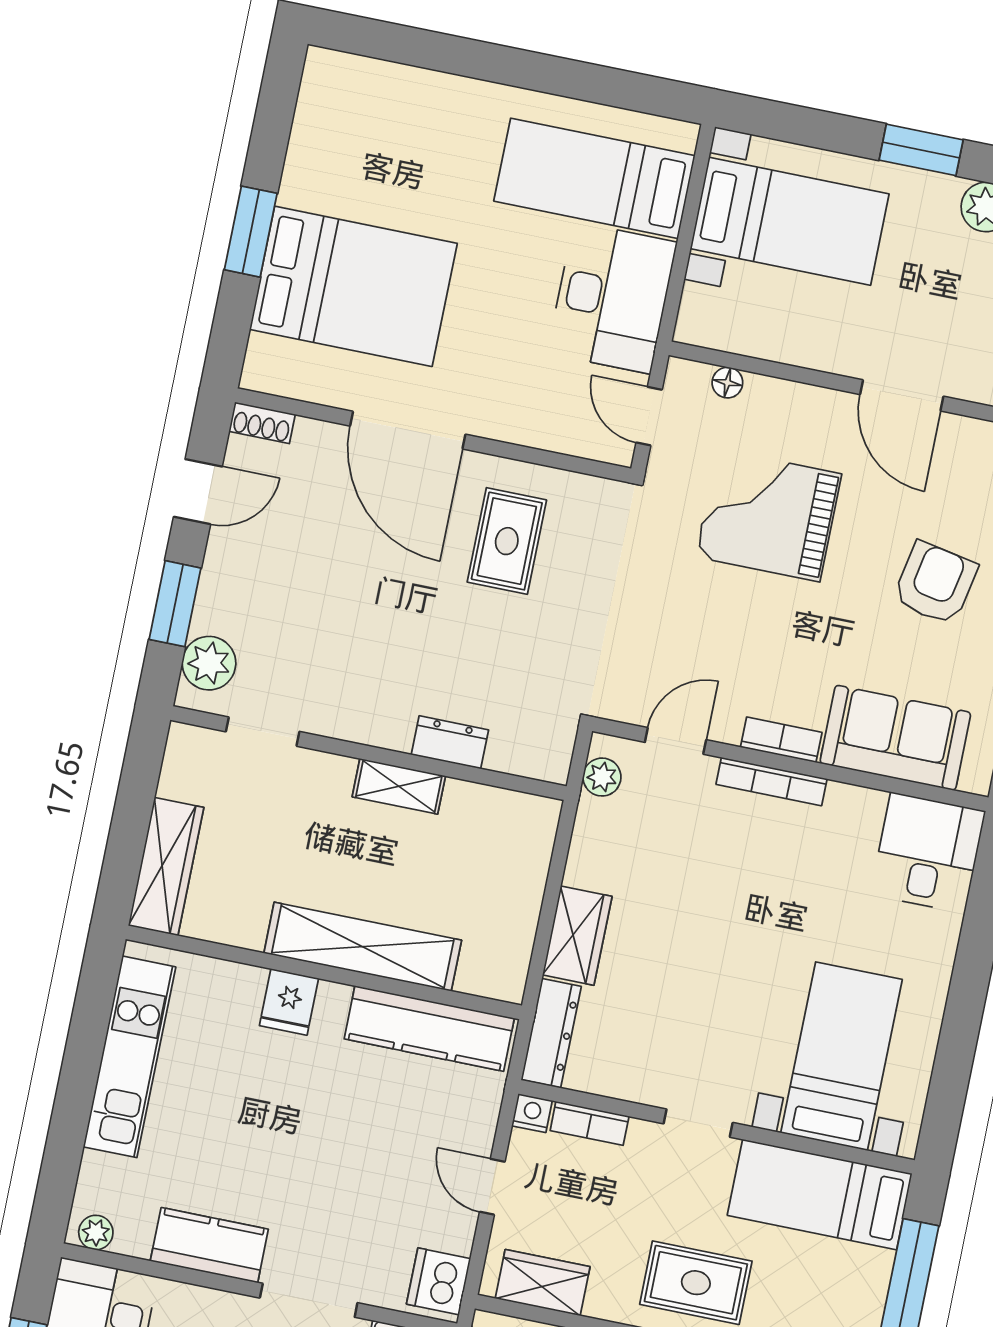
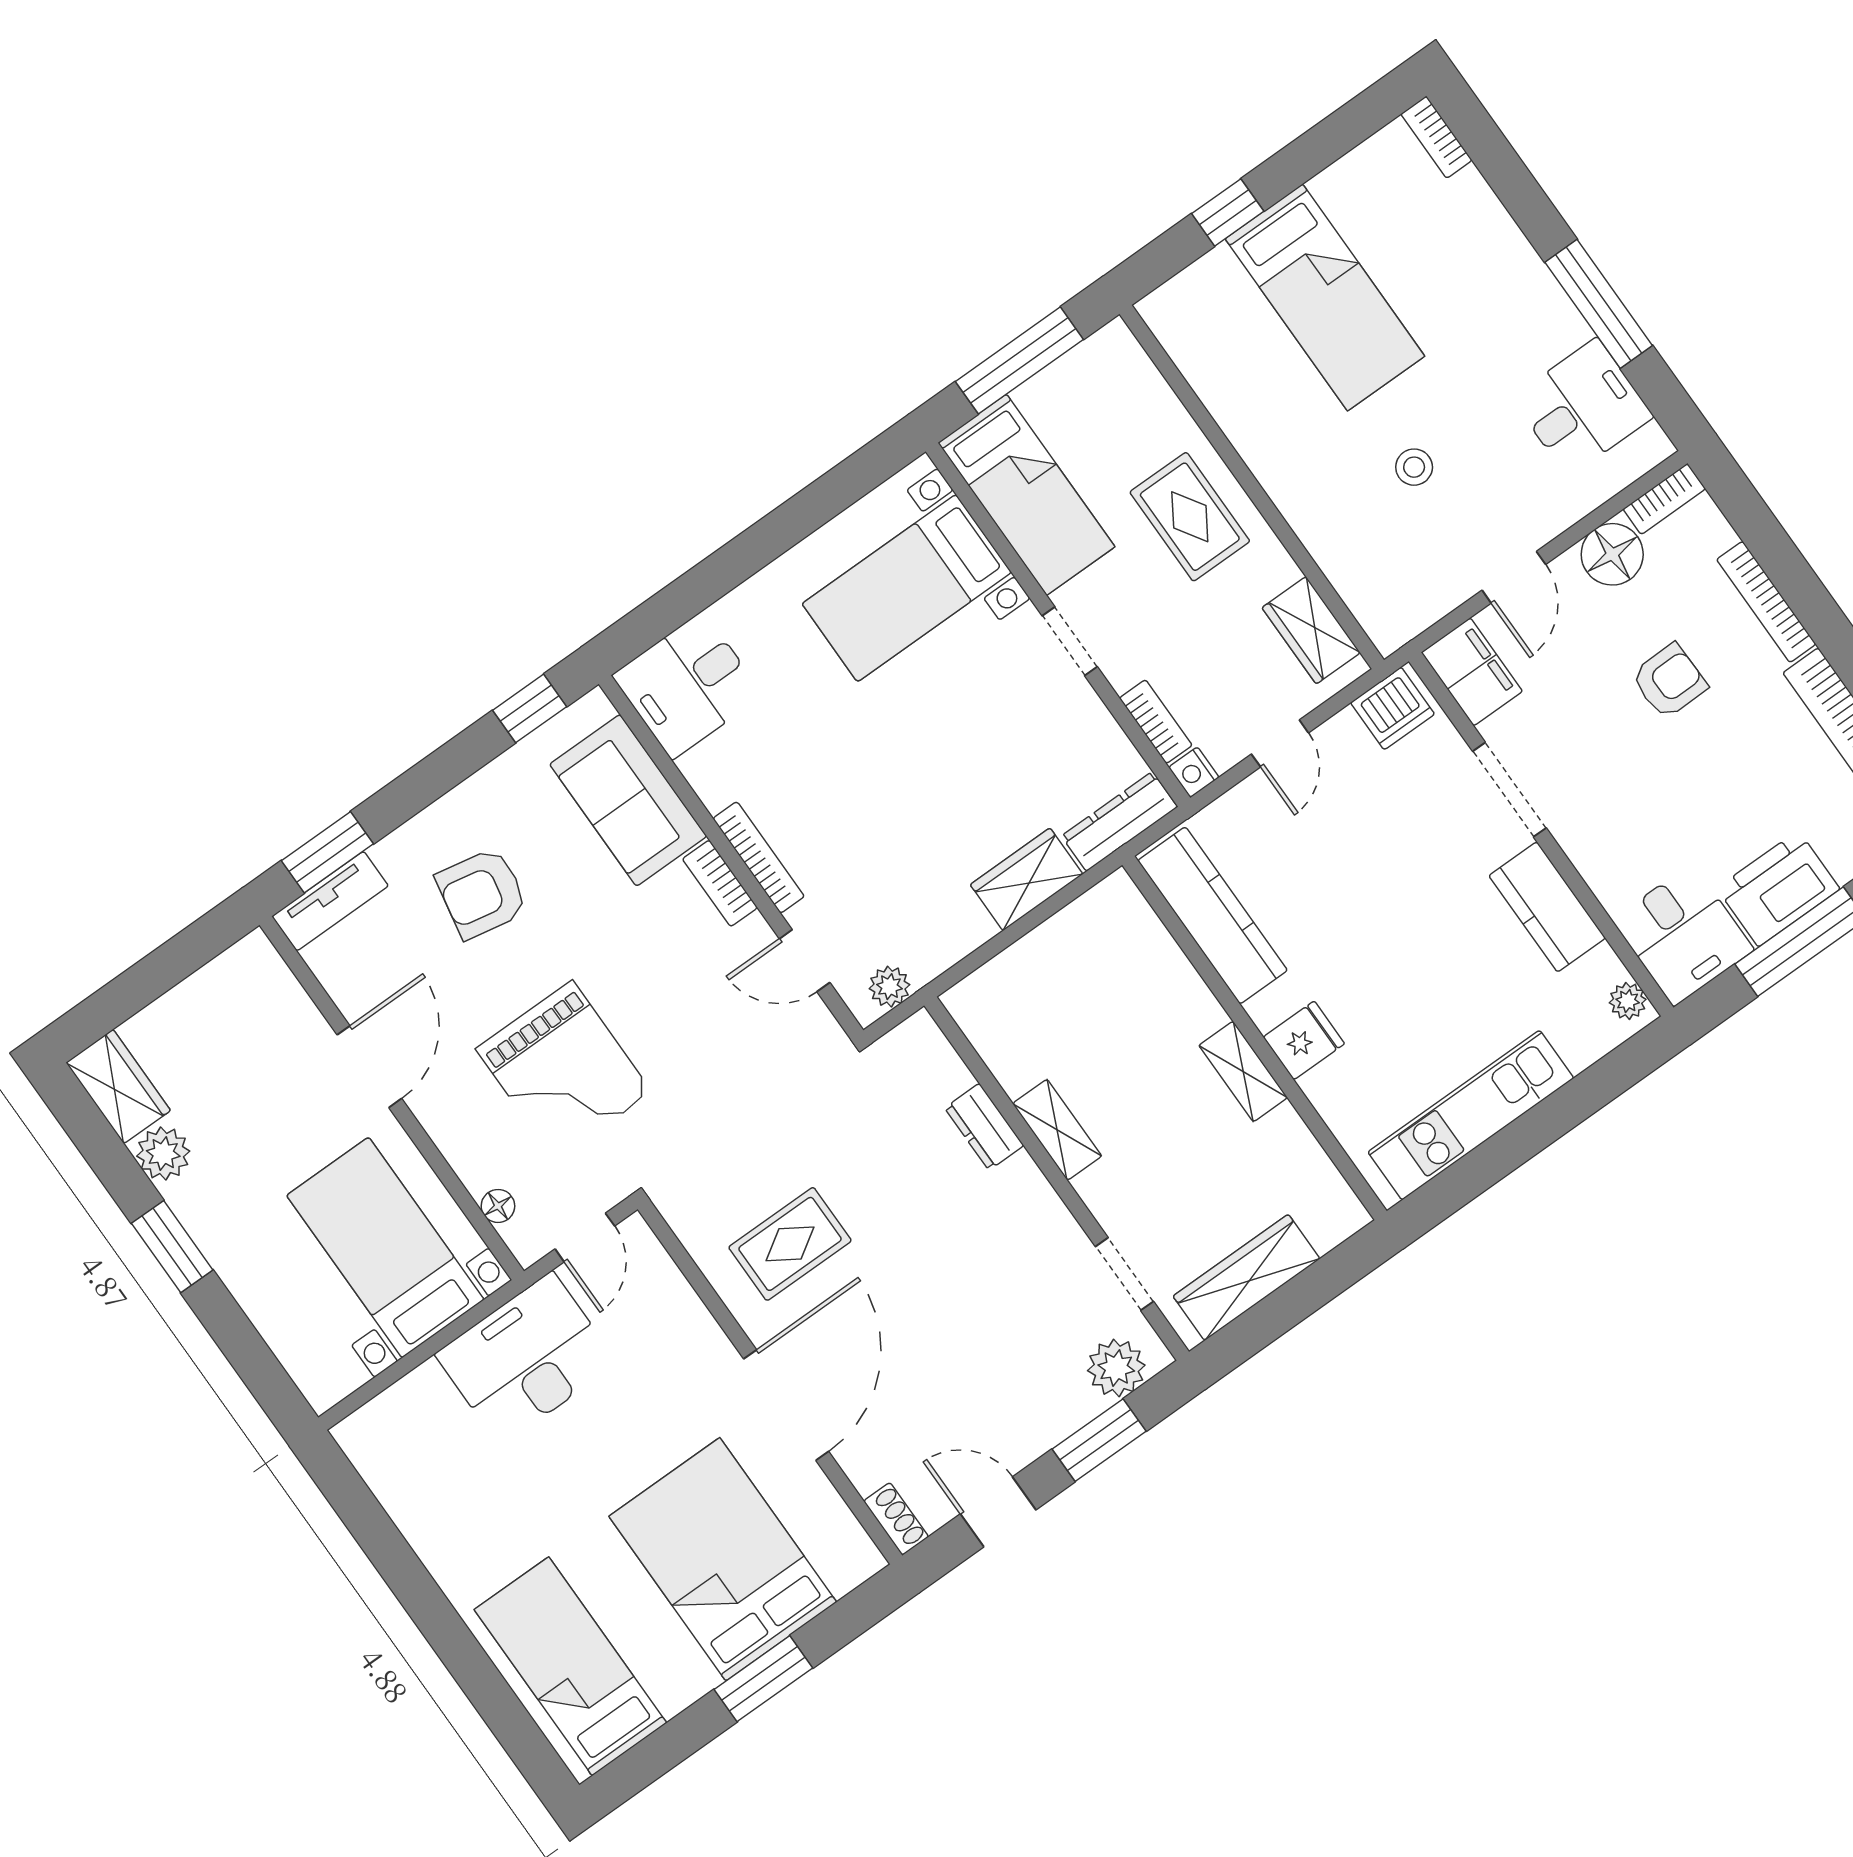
bed: (594, 178) -> (570, 1666), moved, turned 180
bed with nightstands: (790, 221) -> (385, 1248), moved
wardrobe: (166, 867) -> (1246, 1277), moved
shelving: (363, 947) -> (1243, 1071), width x0.45, depth x0.75

